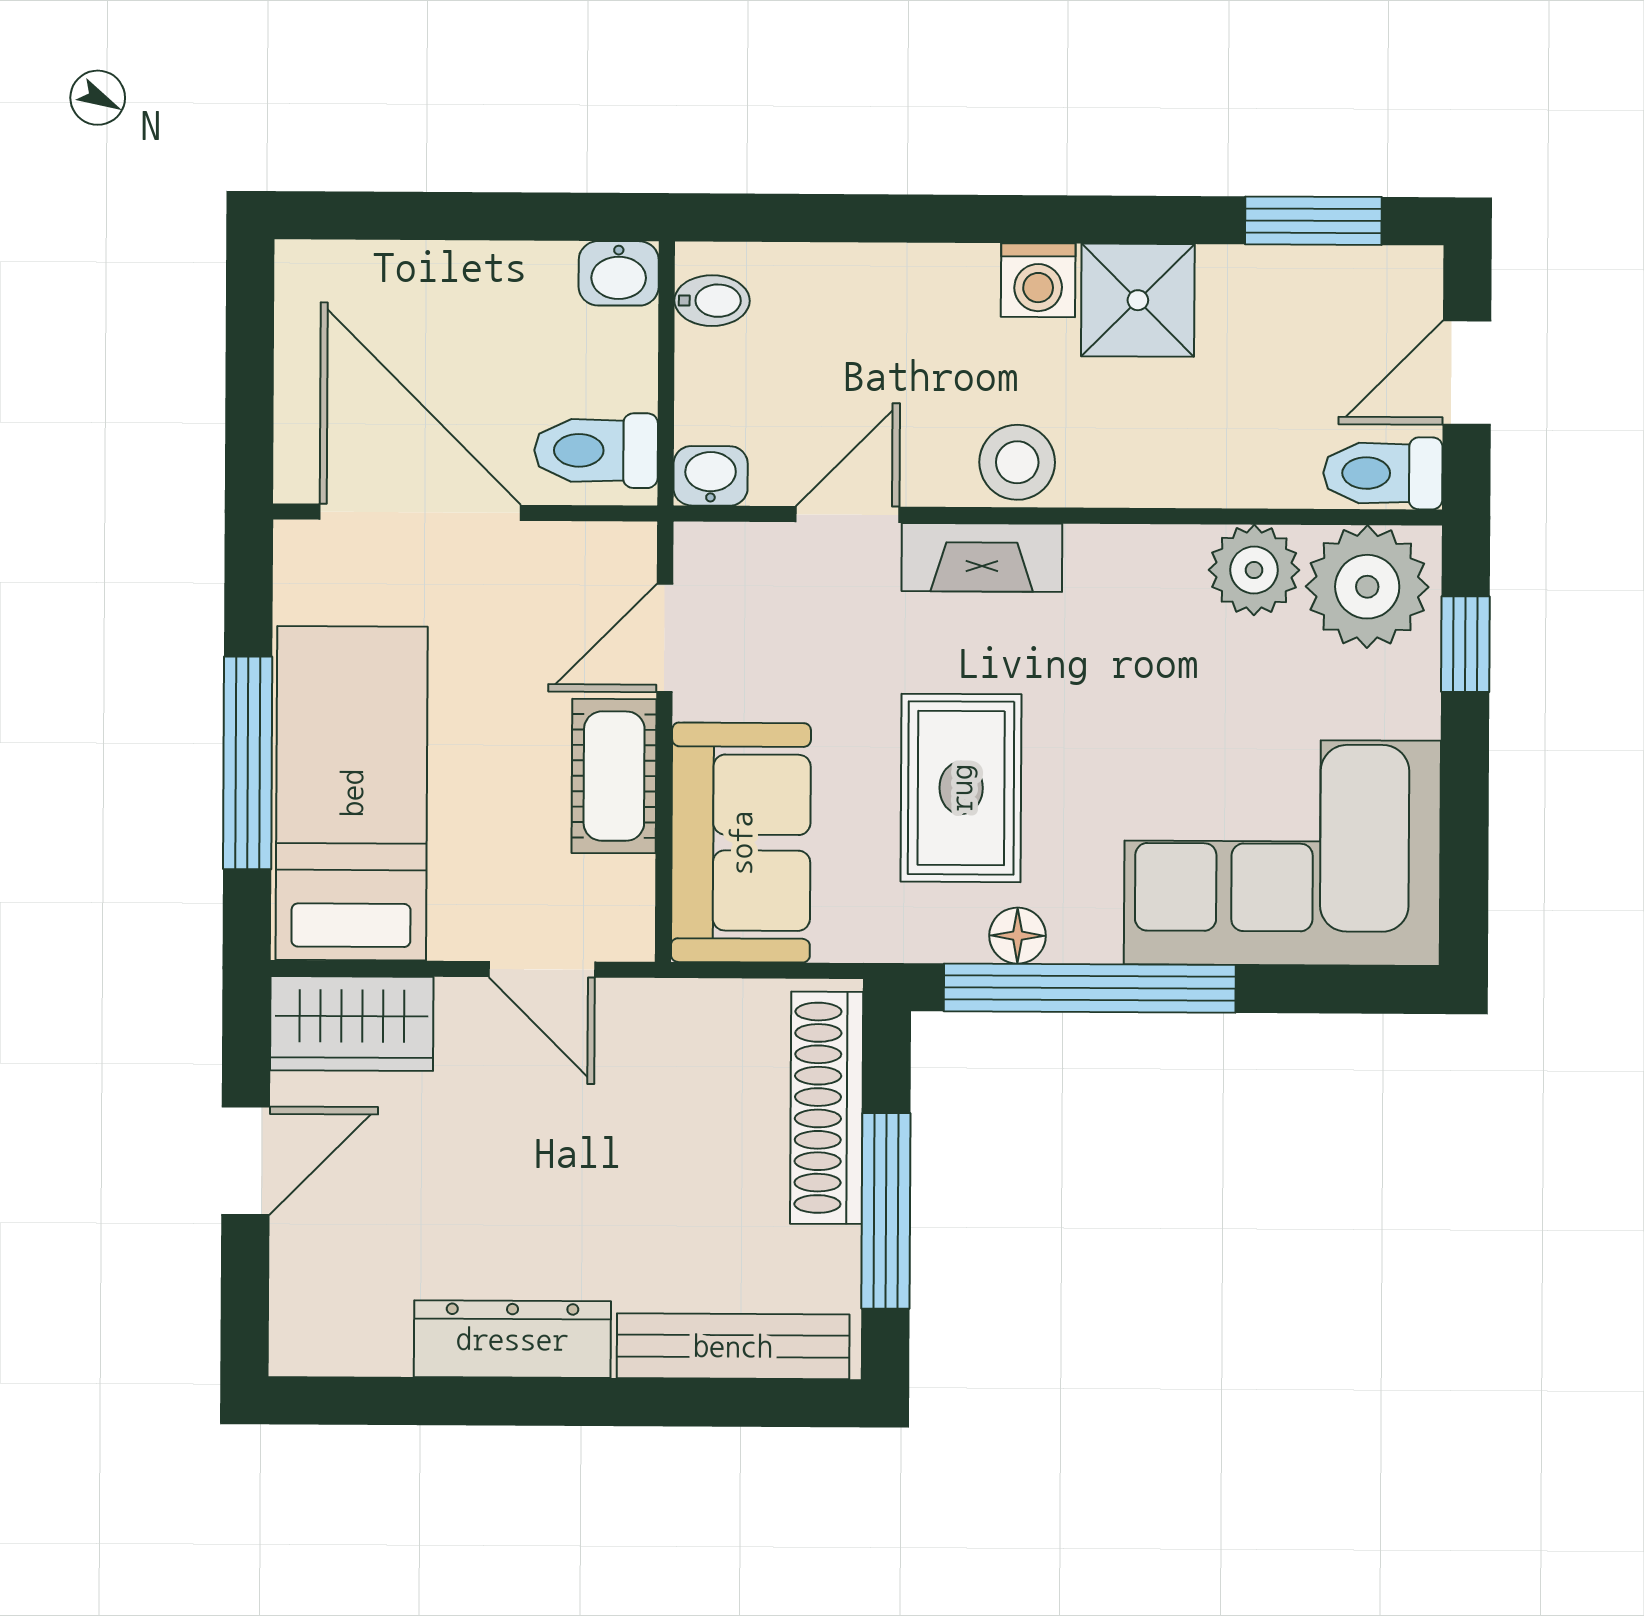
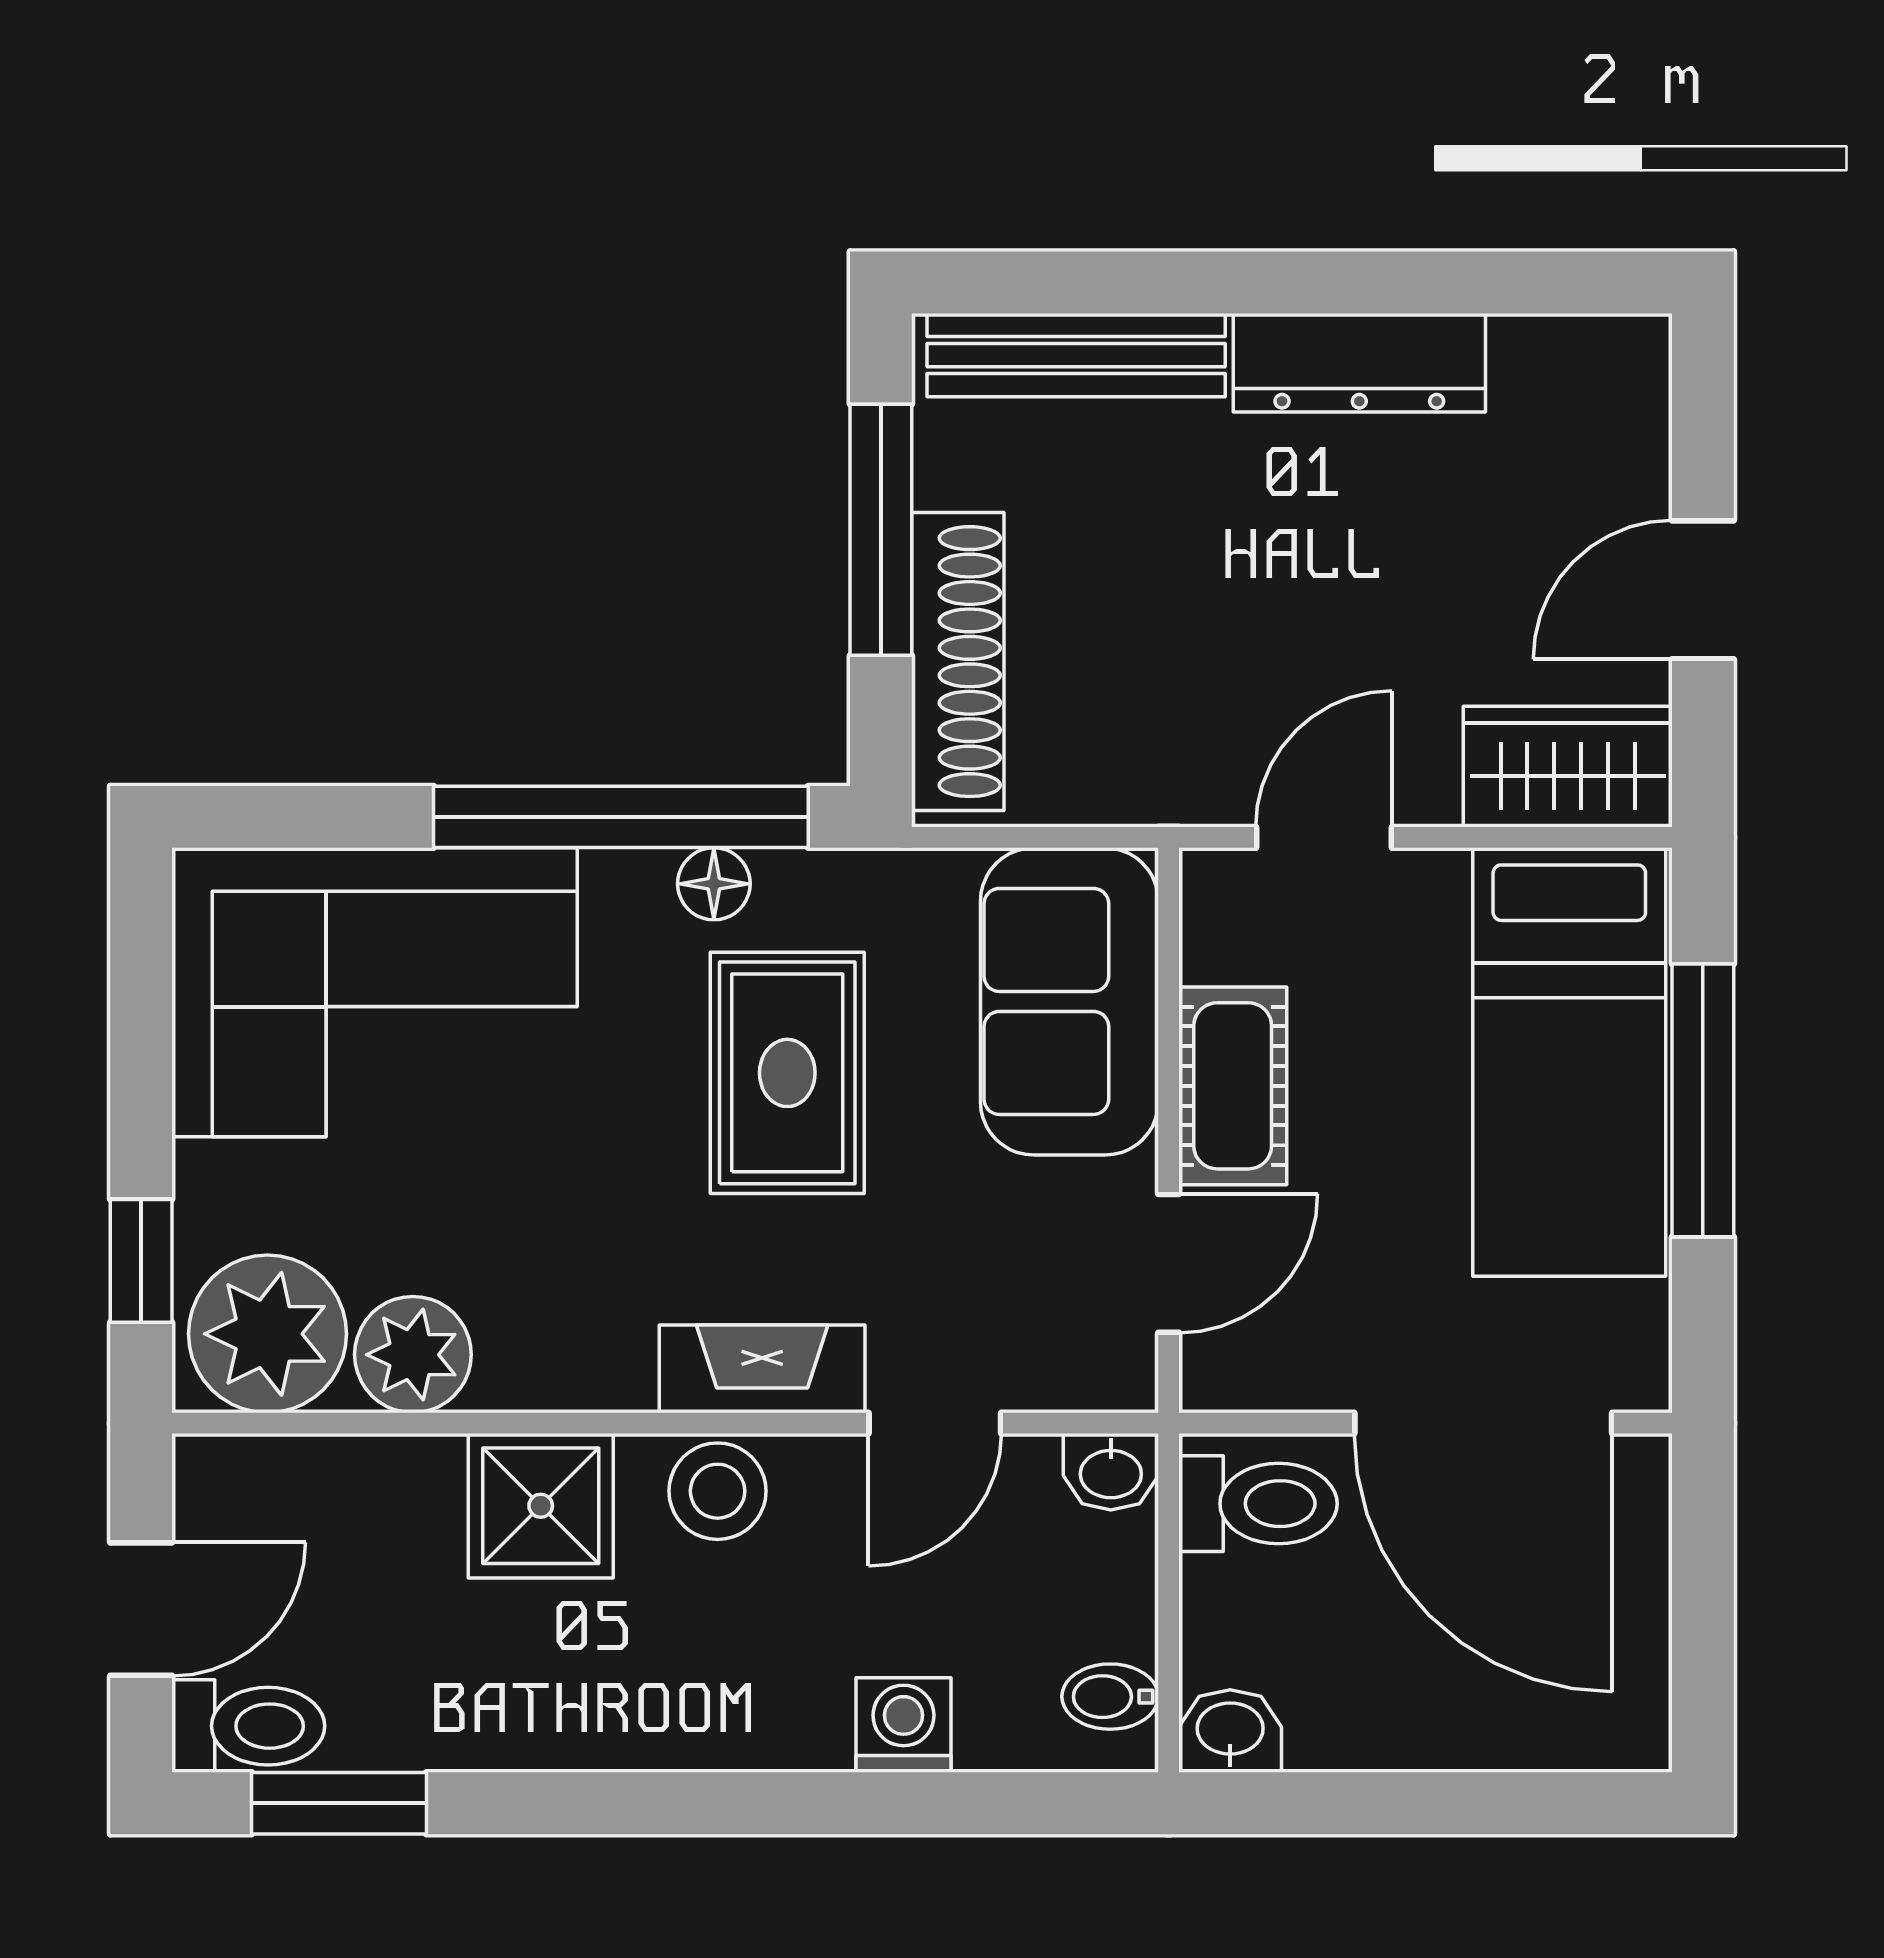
washing machine: (1038, 280) -> (904, 1725), moved
shower: (1138, 300) -> (541, 1506), moved
toilet: (1383, 473) -> (248, 1726), moved
door: (542, 969) -> (1324, 837), hinge flipped

